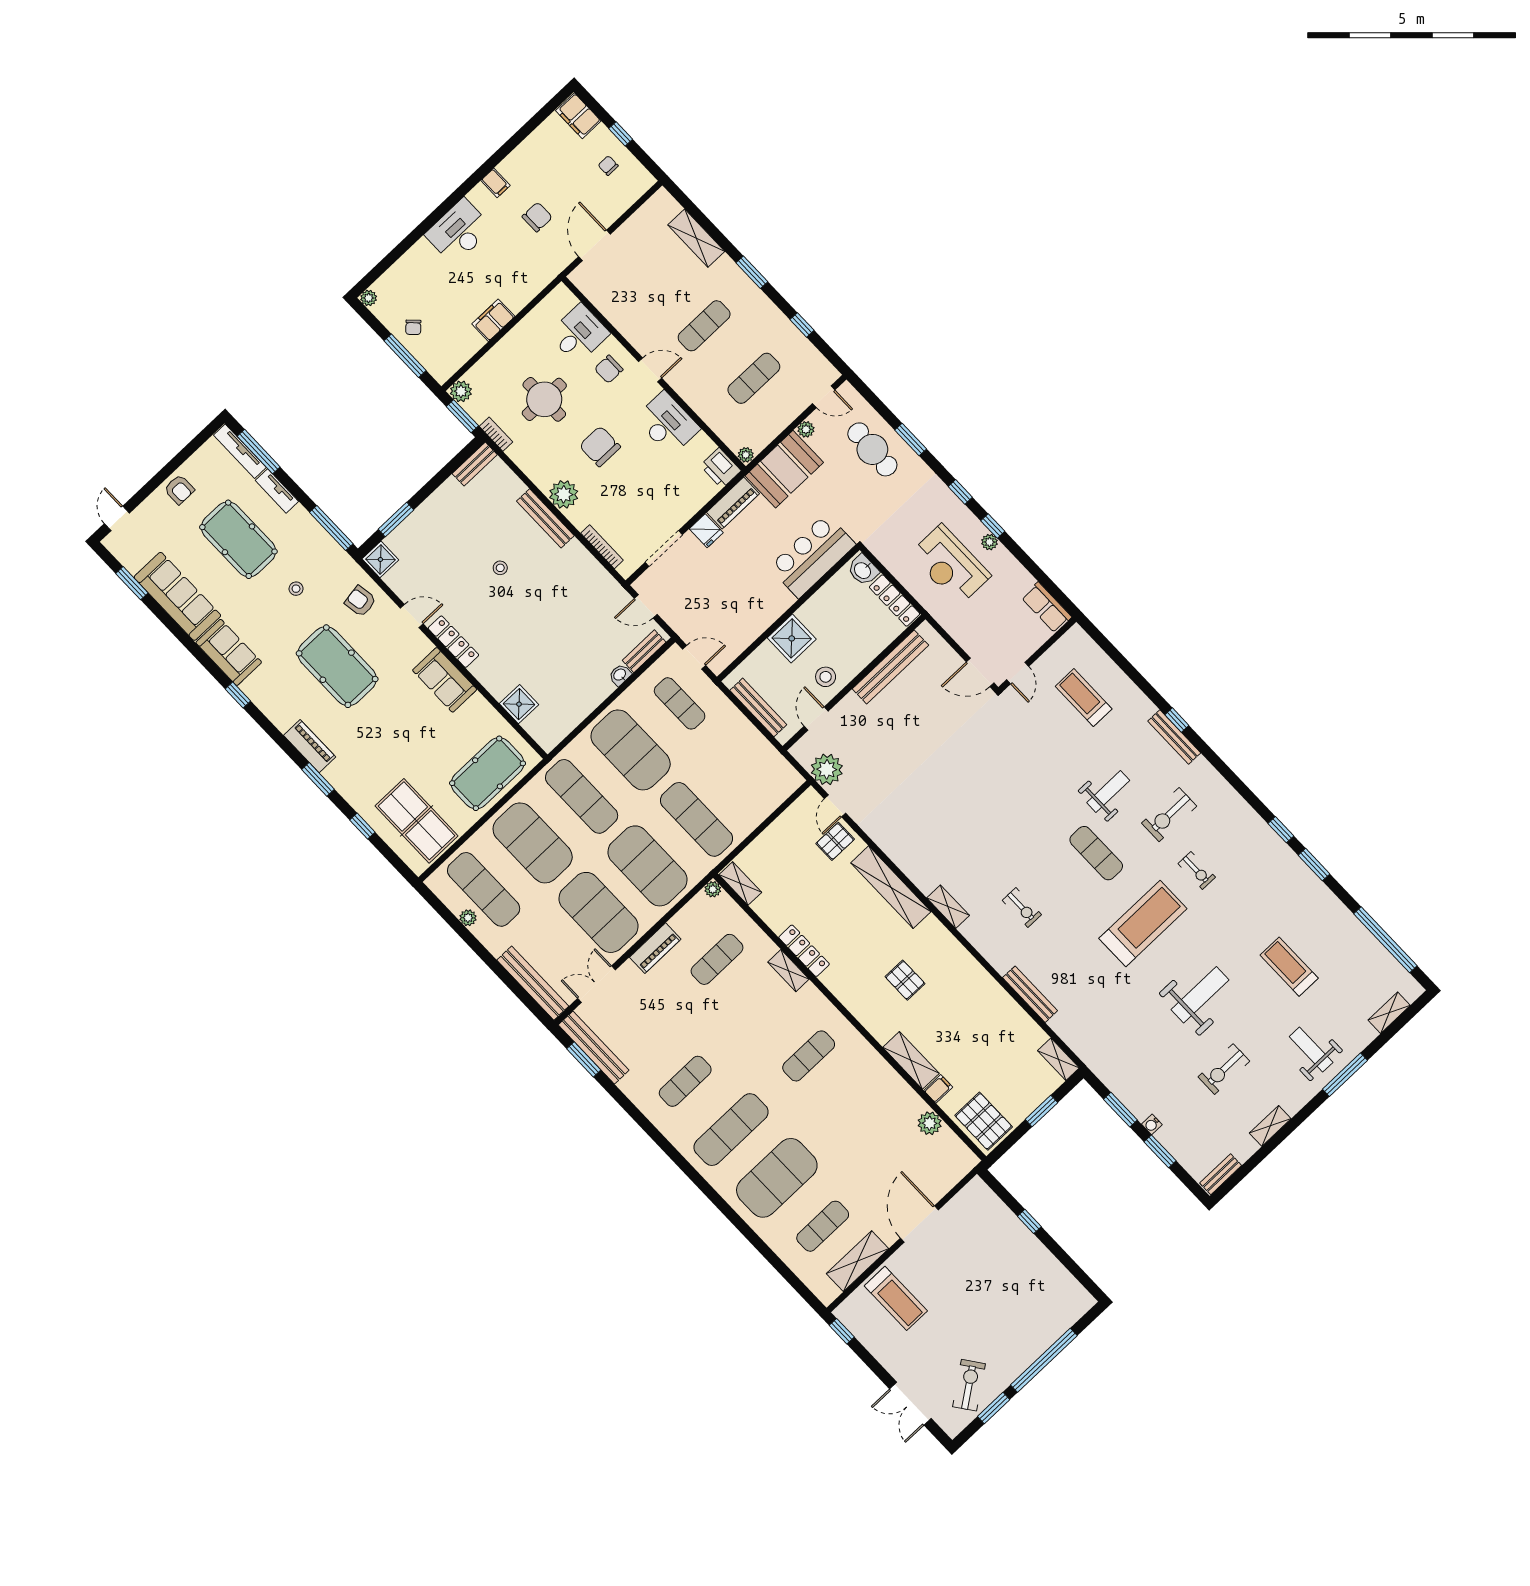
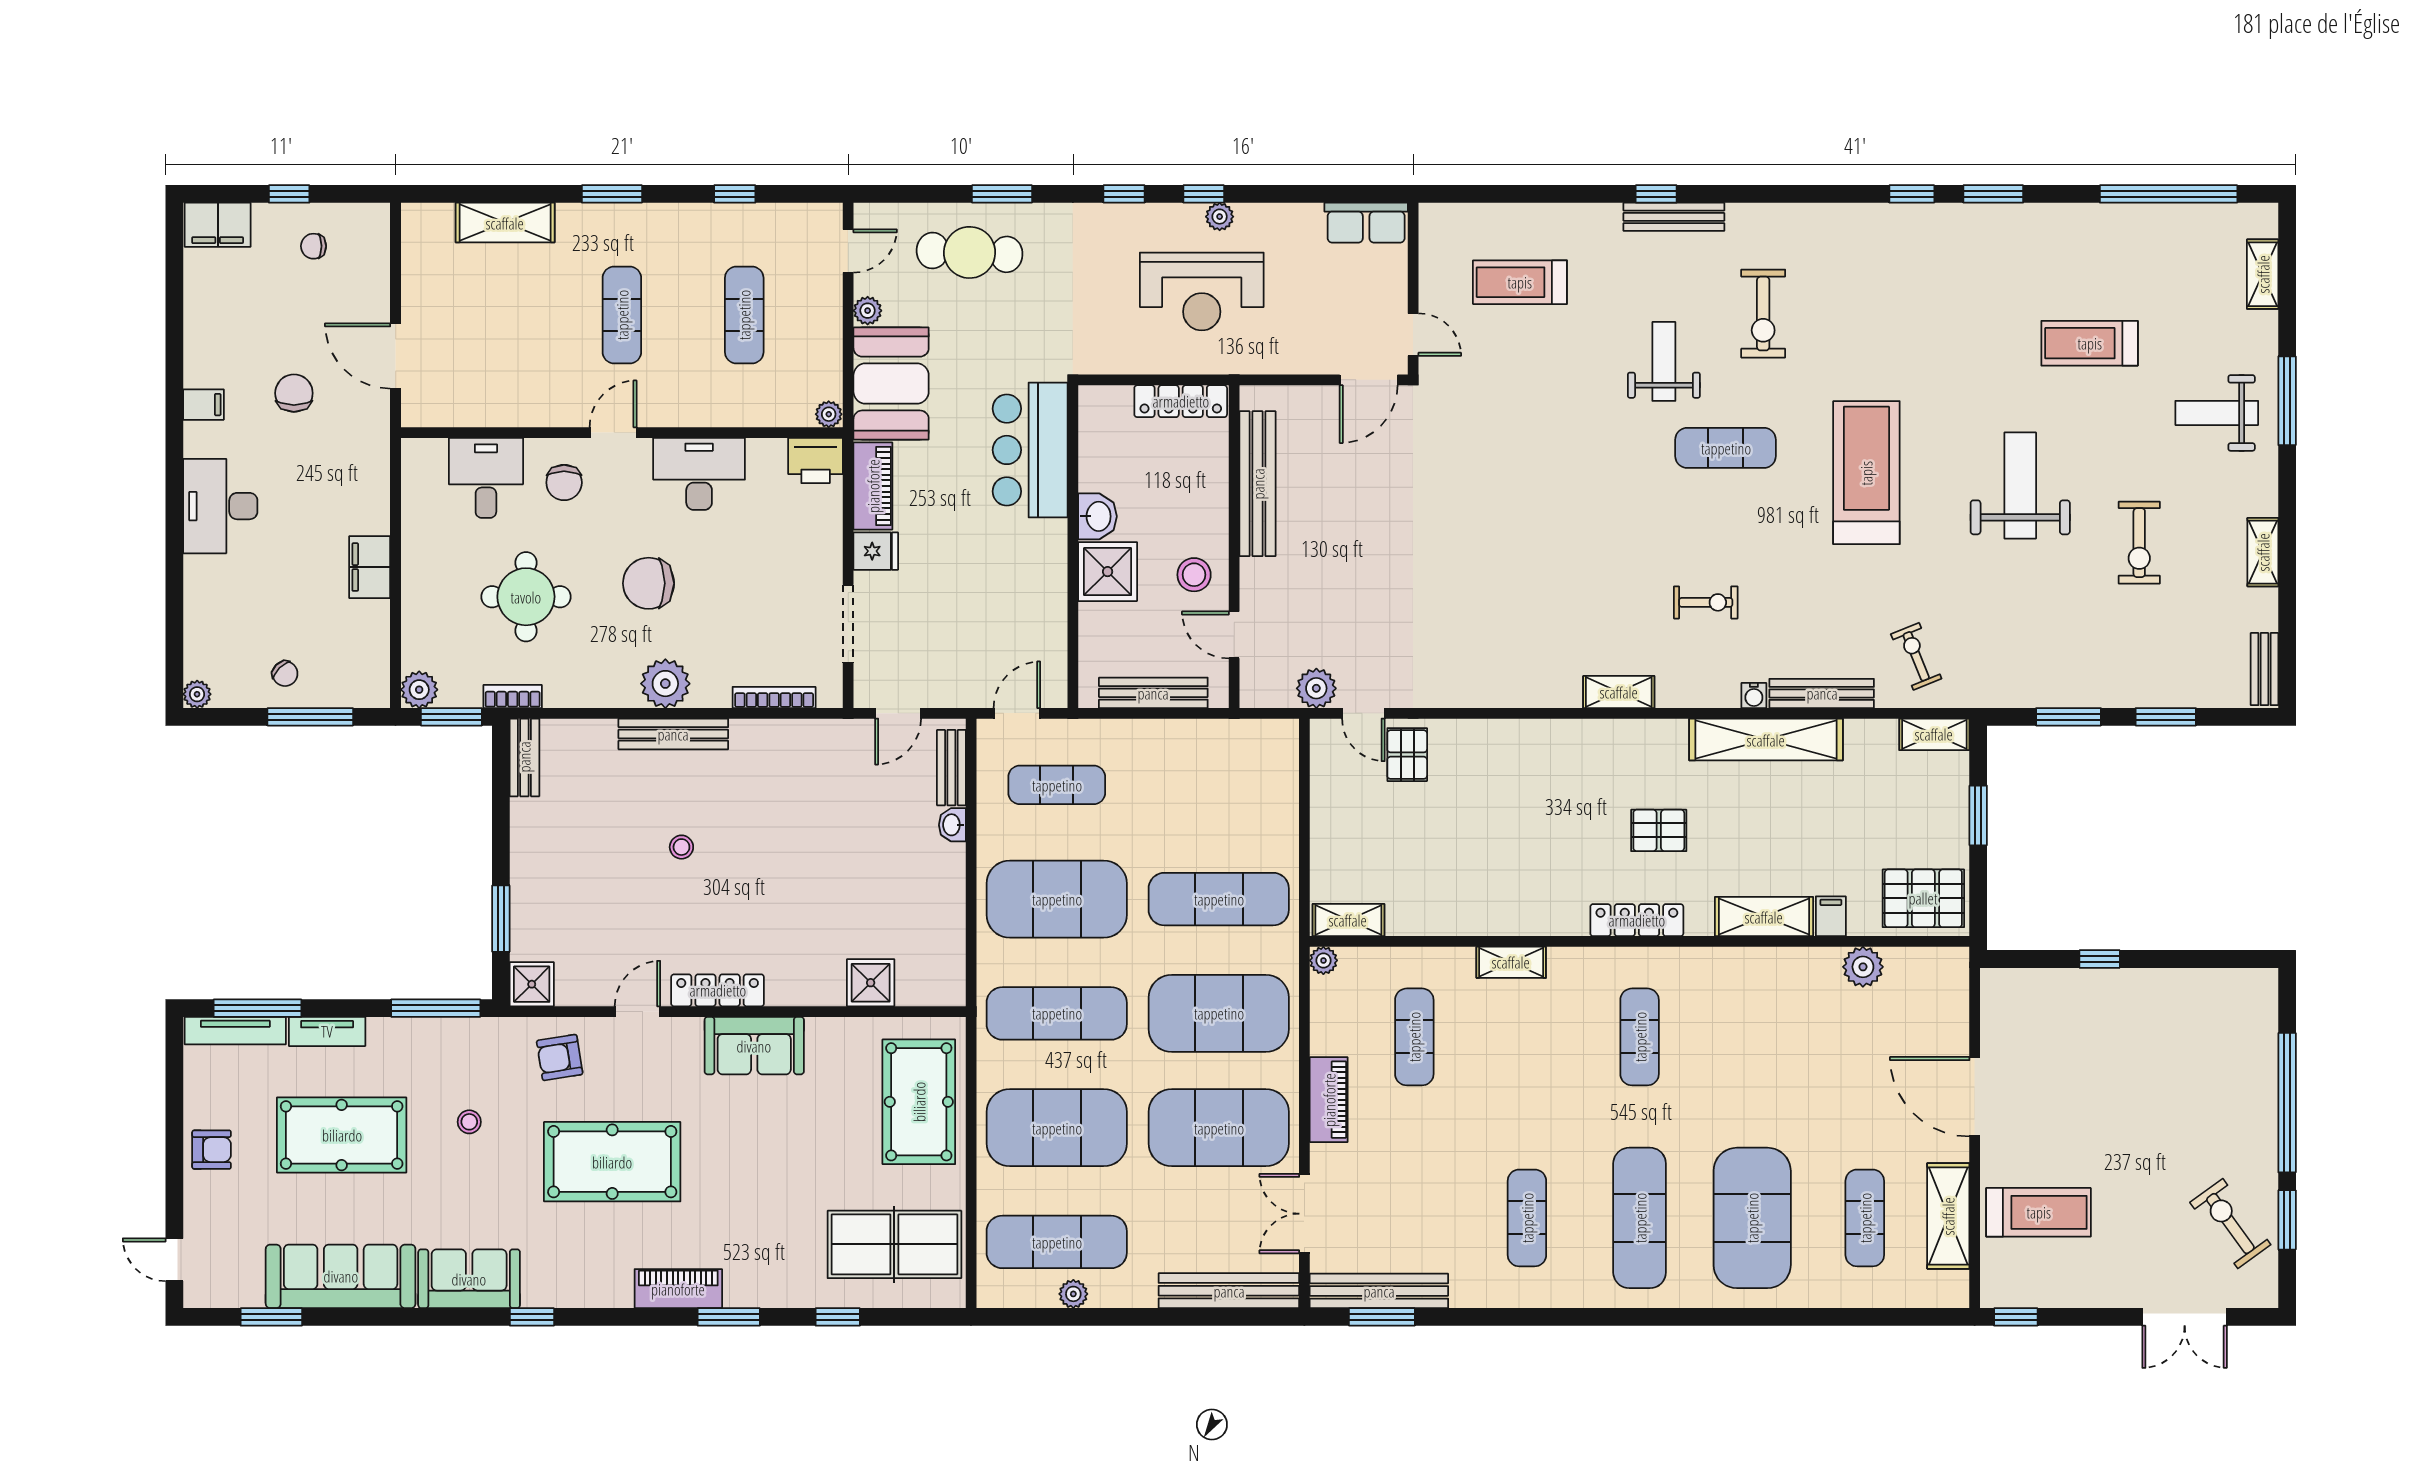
washbasin: (863, 570) -> (1097, 516), moved, turned -90
plant: (827, 769) -> (1316, 688), width x0.73, depth x0.73
exercise bike: (1197, 870) -> (1916, 656), moved, turned -112
shelving: (891, 887) -> (1766, 740), moved
locker: (804, 951) -> (1637, 920), moved
water cooler: (1152, 1124) -> (1754, 695), moved

